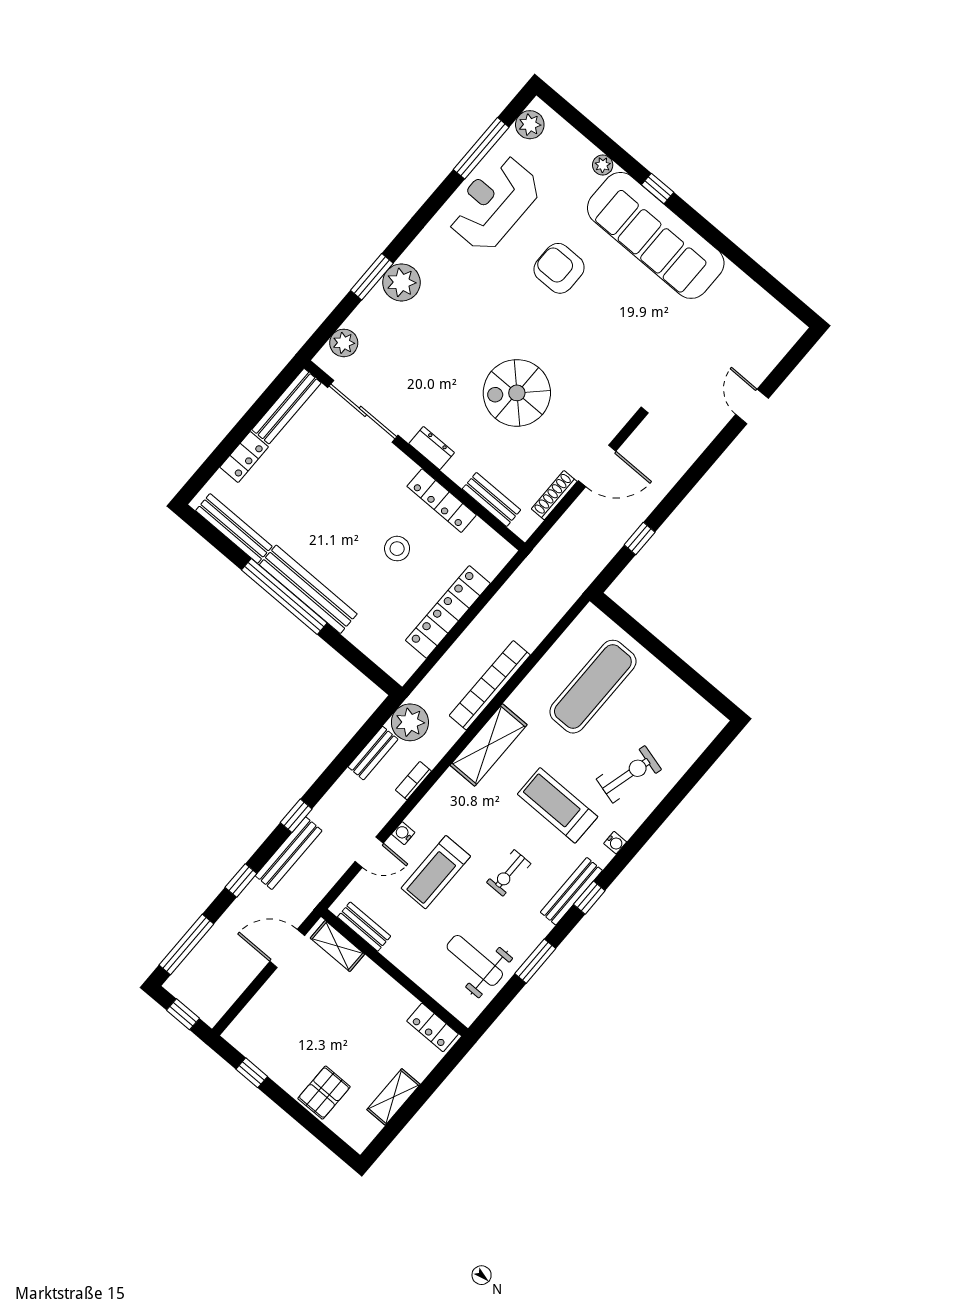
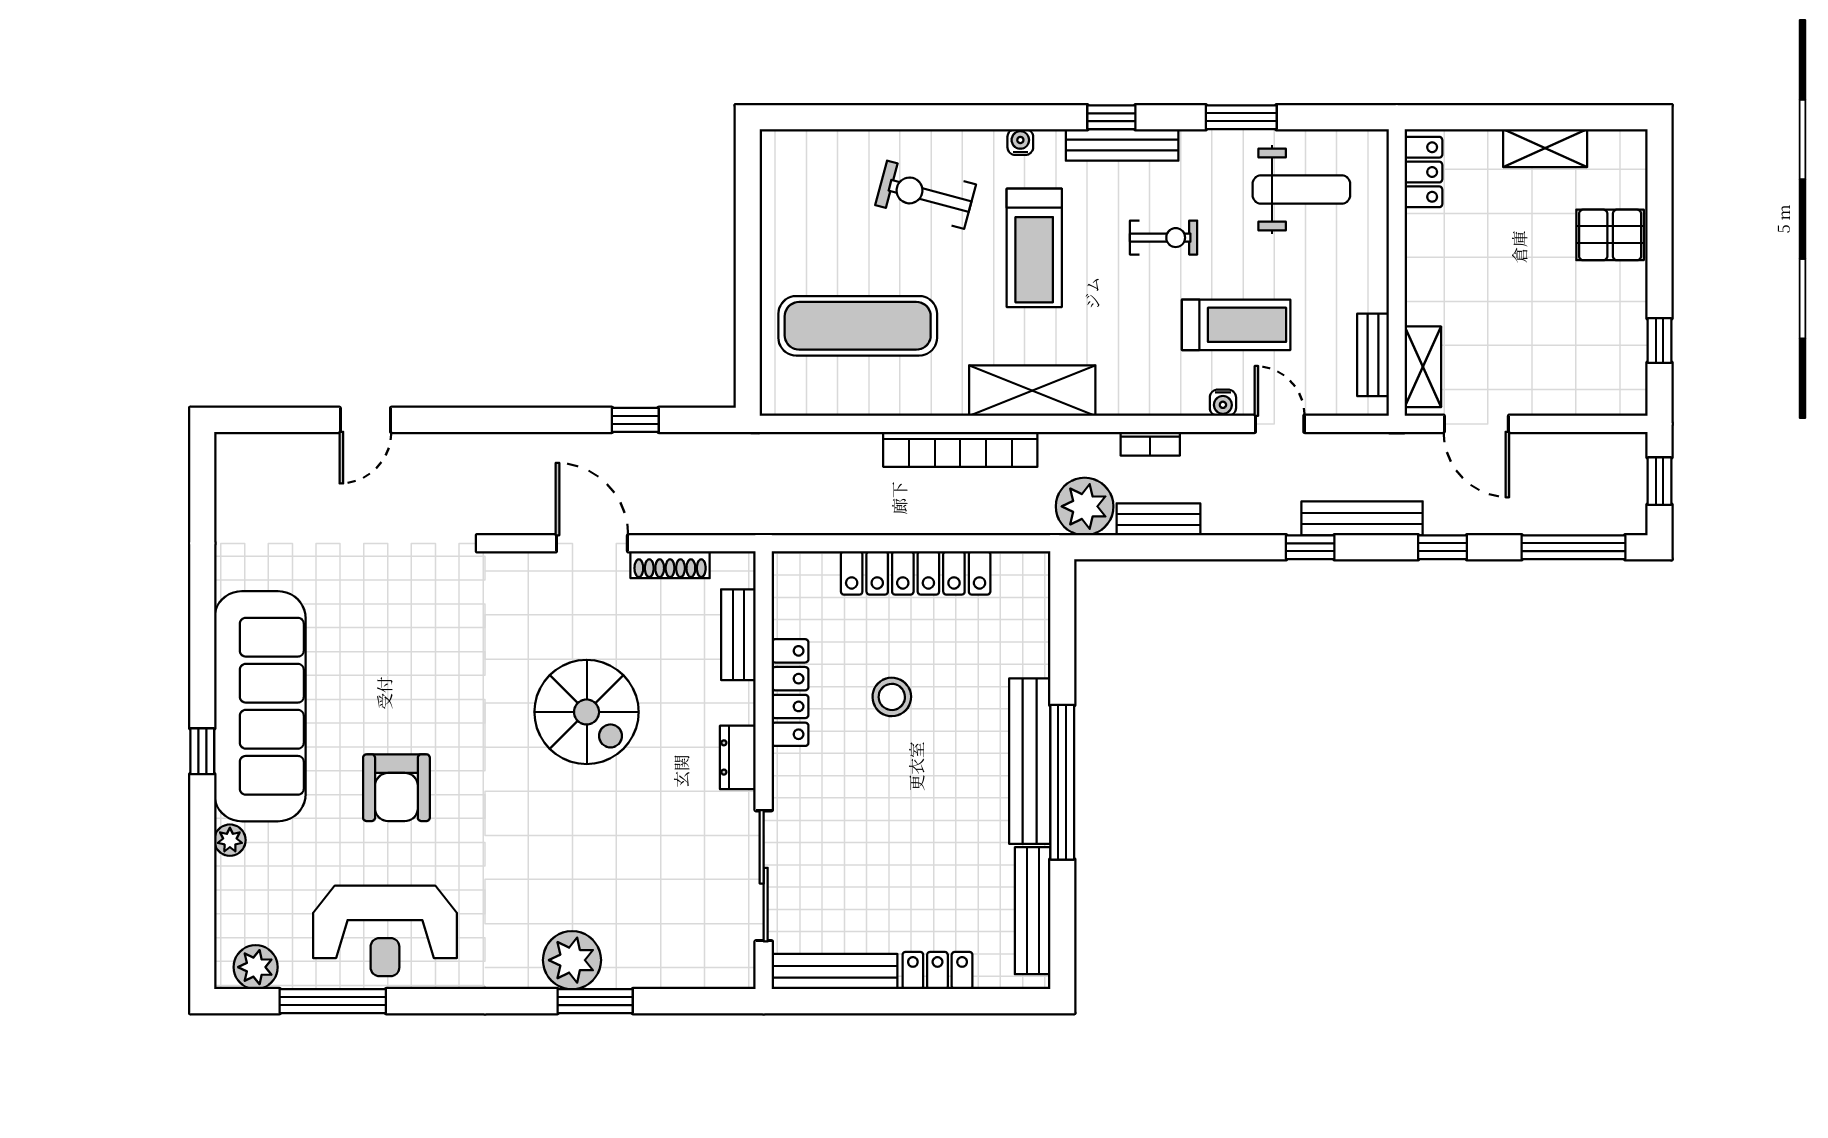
plant: (344, 343) -> (702, 968), removed
weight bench: (475, 960) -> (1301, 190), turned -90

